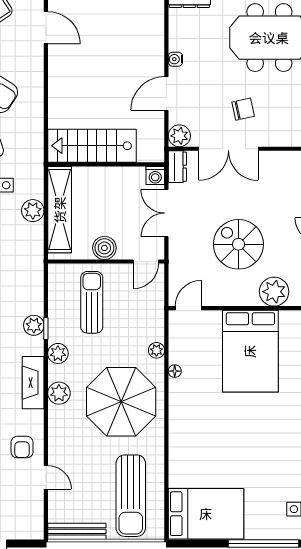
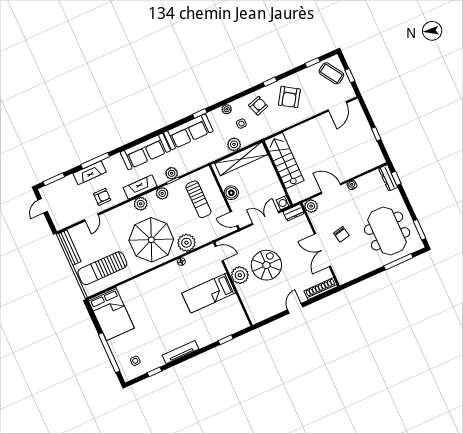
double door: (228, 149) -> (322, 250), moved
plant: (274, 292) -> (240, 275), moved
sun lounger: (92, 302) -> (198, 199), turned 90
plant: (156, 350) -> (186, 243), width x1.88, depth x1.88
bed: (250, 351) -> (209, 293), width x0.67
armchair: (22, 447) -> (102, 197), turned 180

